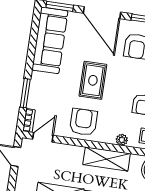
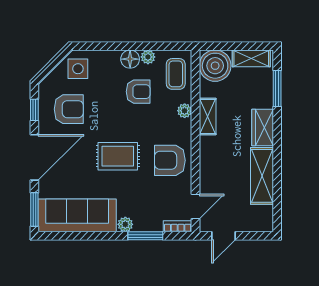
plant: (37, 78) -> (125, 224), added
door: (43, 137) -> (196, 206), swing flipped
shelving: (107, 159) -> (208, 116), width x0.67, depth x0.75

